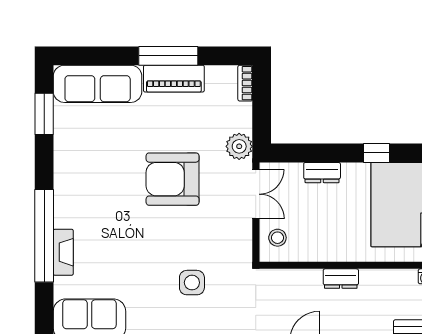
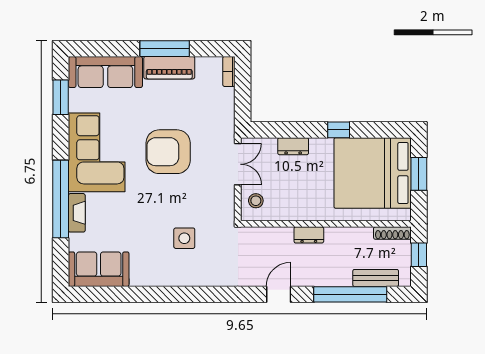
plant: (239, 146) -> (224, 124), removed
corner sofa: (87, 180) -> (97, 152), added

